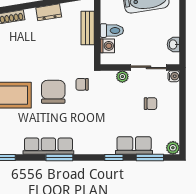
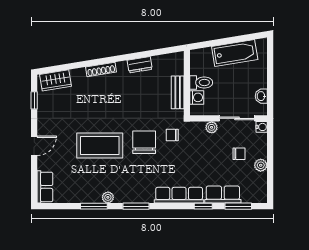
bench: (88, 28) -> (178, 92), moved
row of seats: (48, 146) -> (179, 195), moved
plant: (16, 148) -> (108, 197), added
plant: (173, 148) -> (261, 165), moved
window: (59, 157) -> (136, 206), moved

